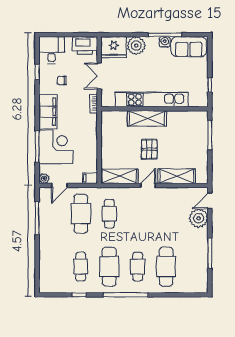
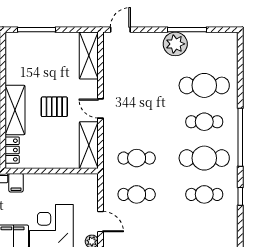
locker: (116, 116) -> (12, 150), added
shelving: (177, 176) -> (89, 56), moved
filing cabinet: (90, 178) -> (16, 183), moved
door: (210, 201) -> (120, 30), swing flipped
cafe table: (81, 214) -> (137, 194), width x0.73, depth x0.74
plant: (199, 218) -> (175, 44), moved

